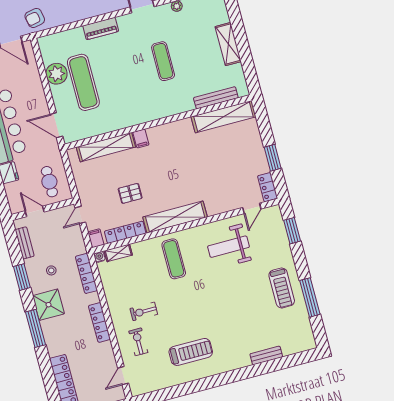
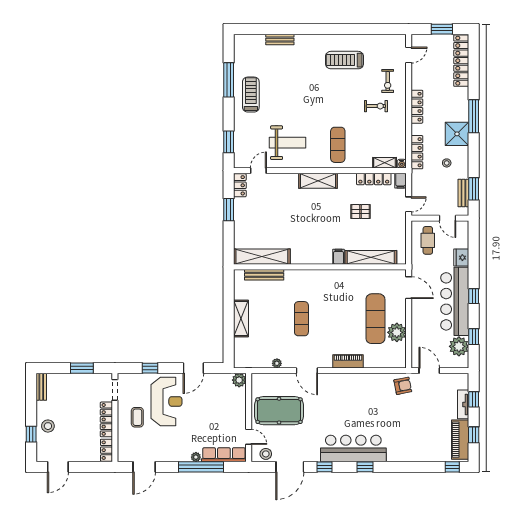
shelving: (175, 217) -> (318, 181), width x0.68
window: (22, 277) -> (474, 189), moved

